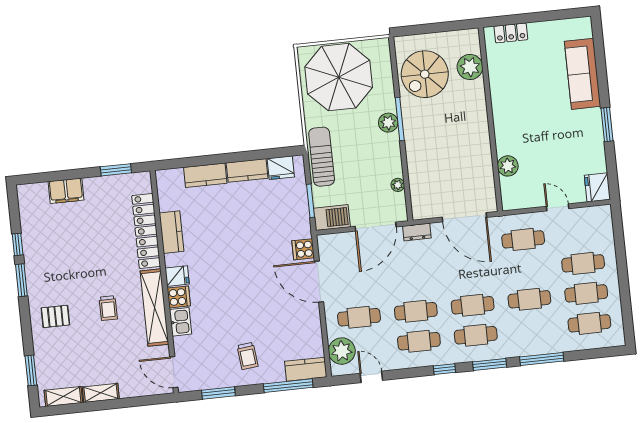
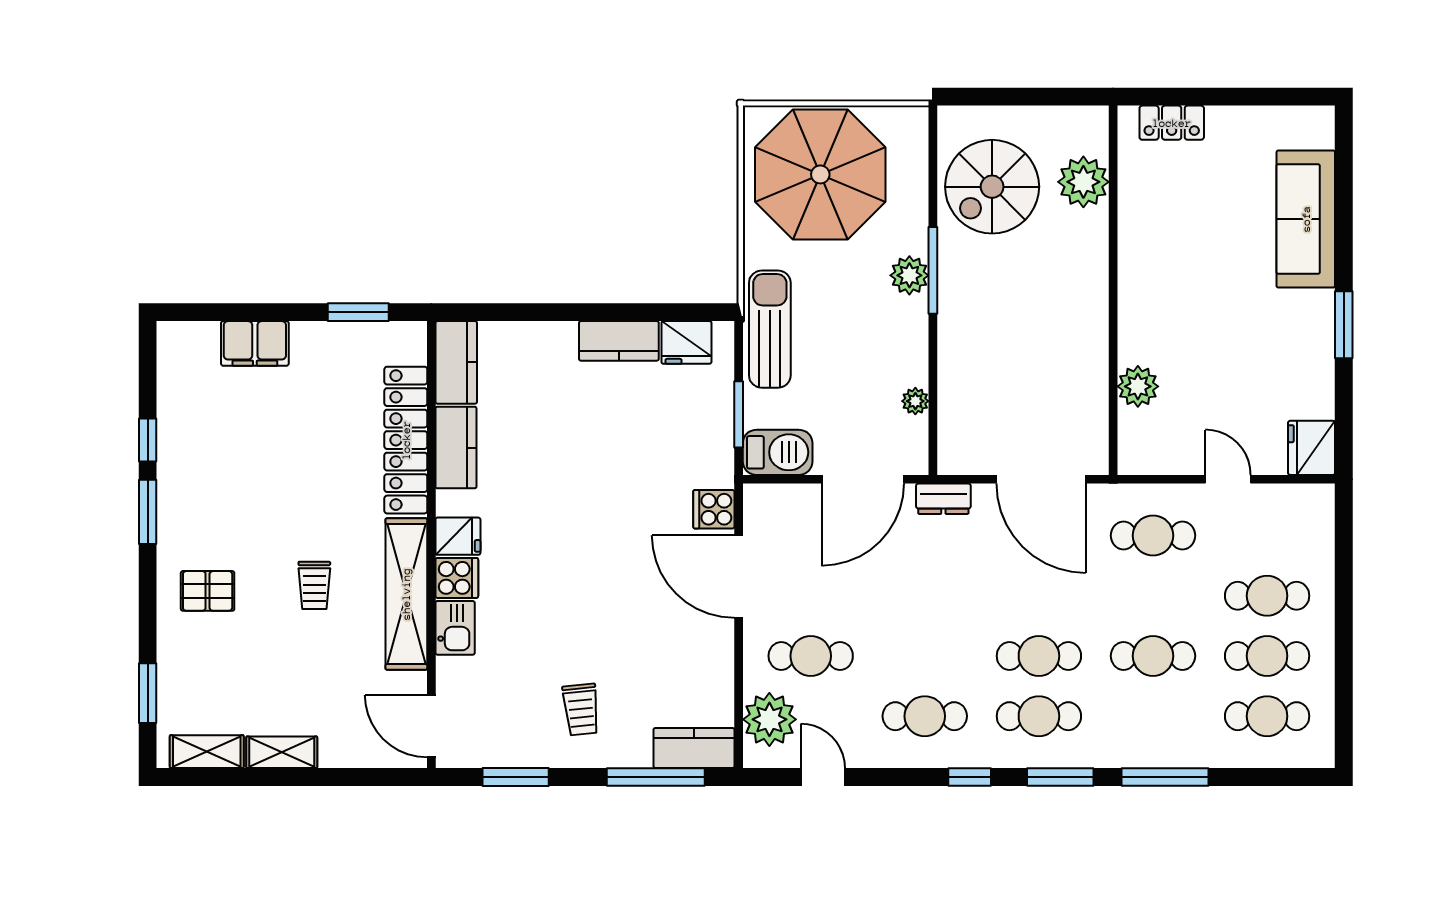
kitchen counter: (205, 175) -> (456, 362), moved, turned -90
cafe table: (416, 311) -> (925, 656), removed

